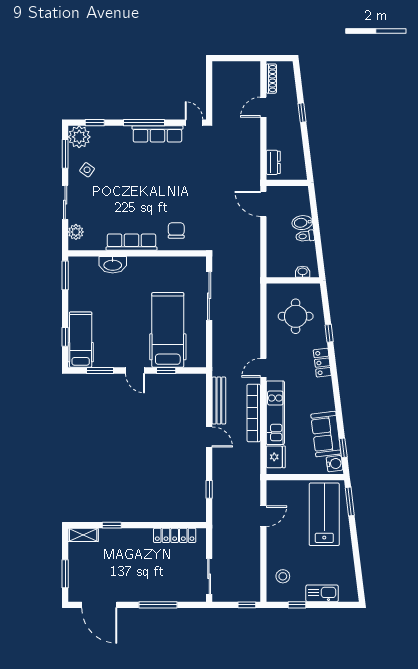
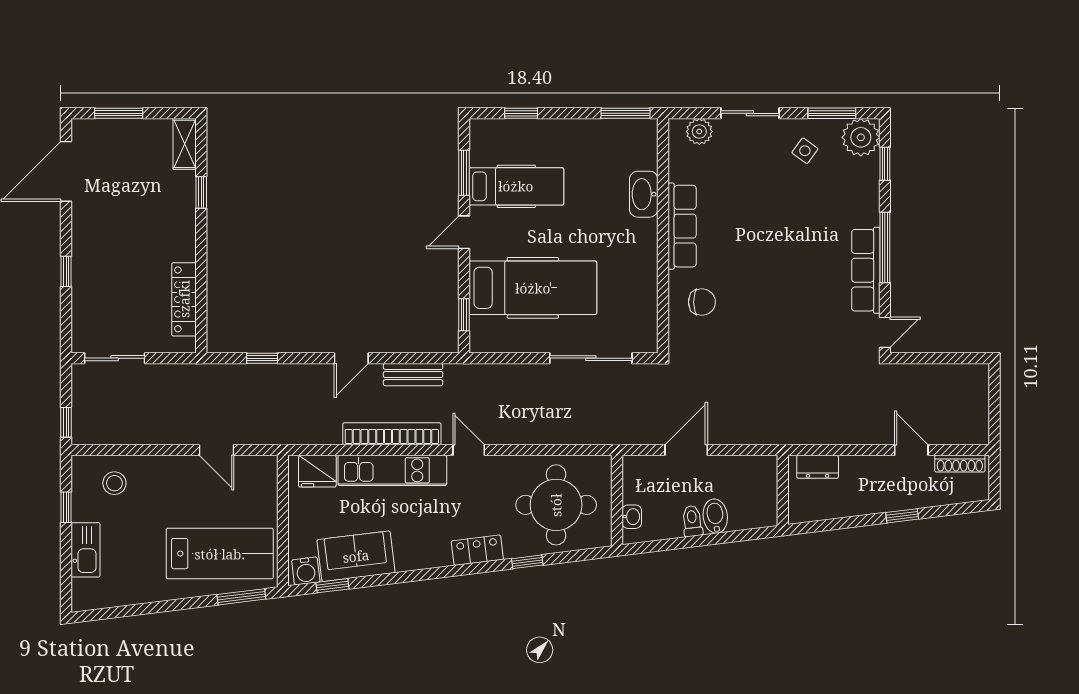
door: (263, 204) -> (686, 450), moved
round table: (296, 316) -> (556, 505), width x1.36, depth x1.36
hospital bed: (81, 340) -> (516, 186), moved
window: (166, 371) -> (464, 315), moved
bench: (219, 401) -> (413, 375), width x0.73
window: (158, 605) -> (66, 271), width x0.46

